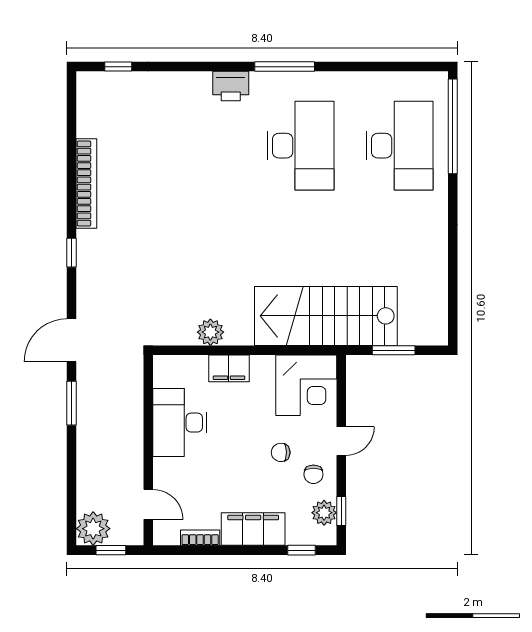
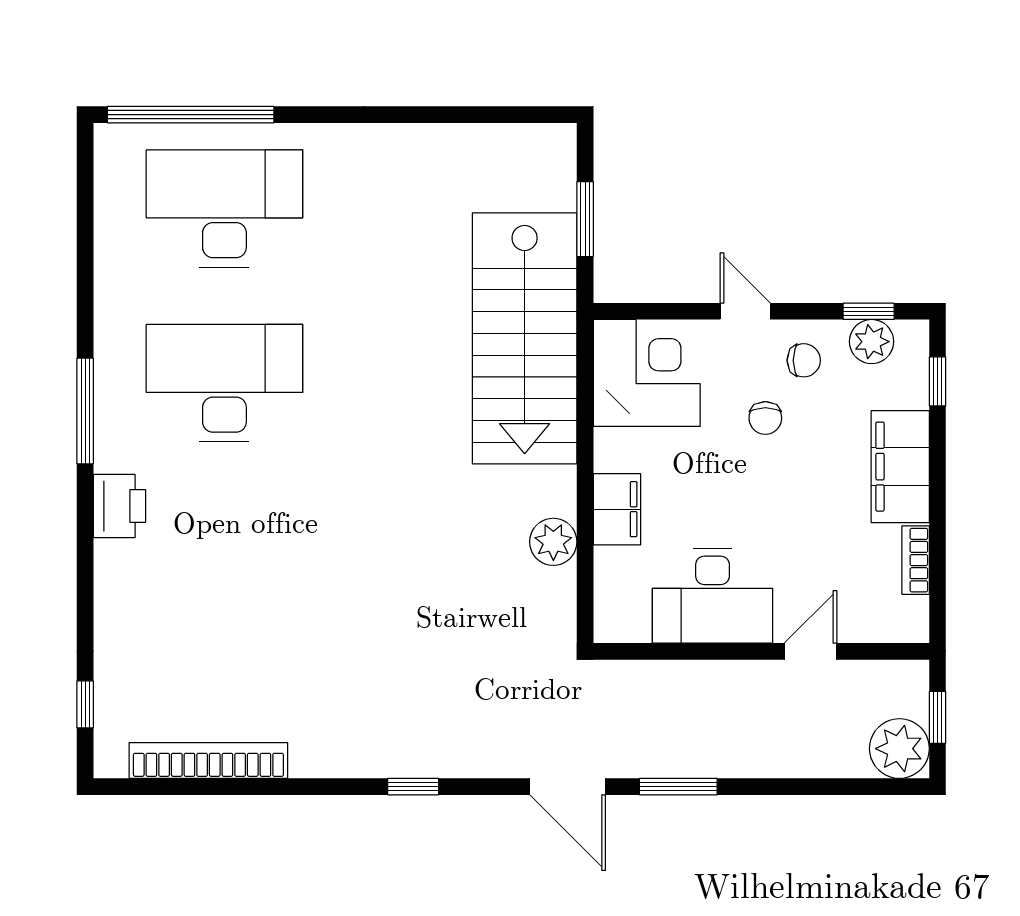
bookcase: (86, 184) -> (208, 760), moved
door: (148, 504) -> (810, 651), moved

